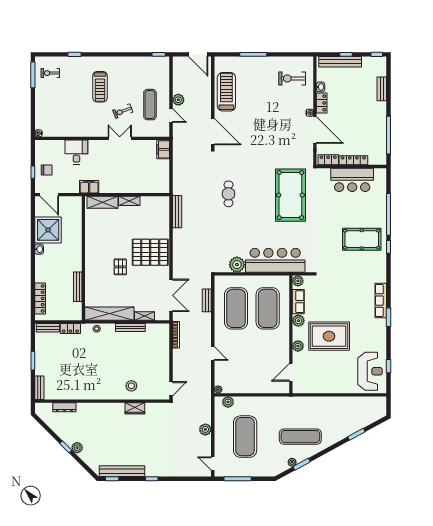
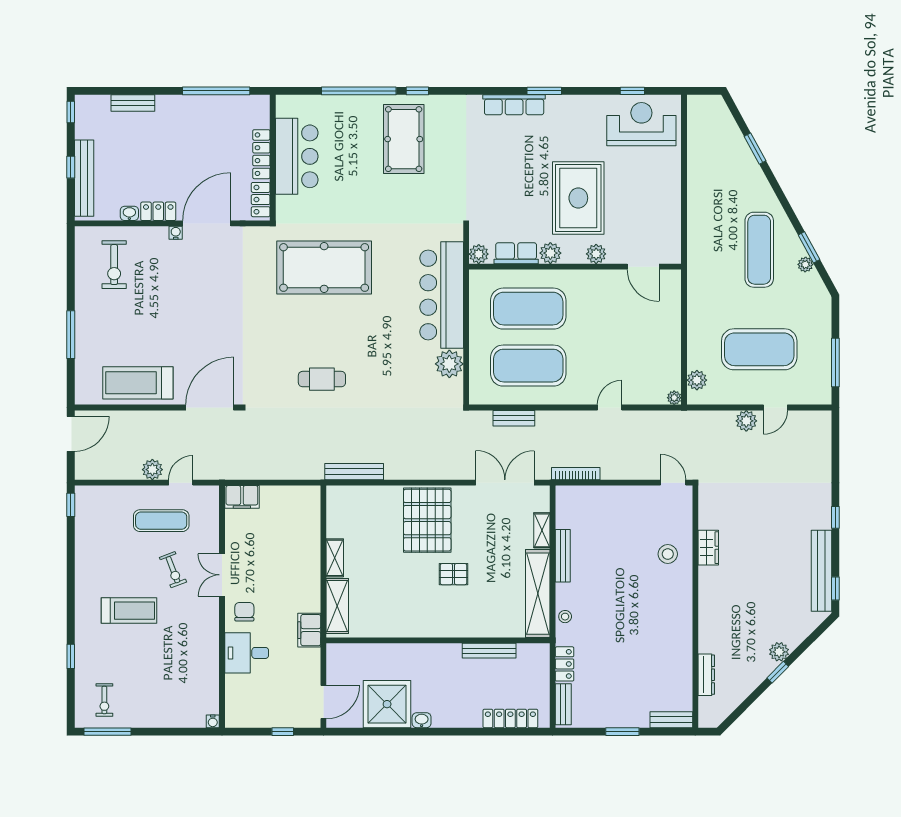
chair: (47, 170) -> (244, 612), moved
door: (213, 464) -> (775, 407), moved

